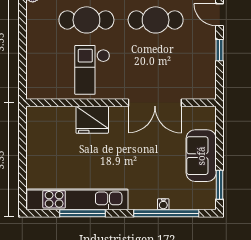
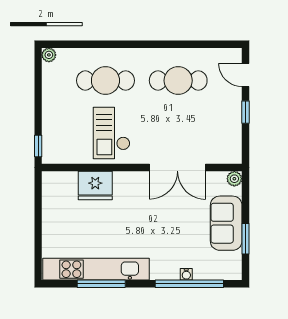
window: (22, 82) -> (38, 146), added
plant: (209, 113) -> (234, 179), added
fridge: (92, 120) -> (95, 185), moved
window: (220, 185) -> (246, 239), moved

